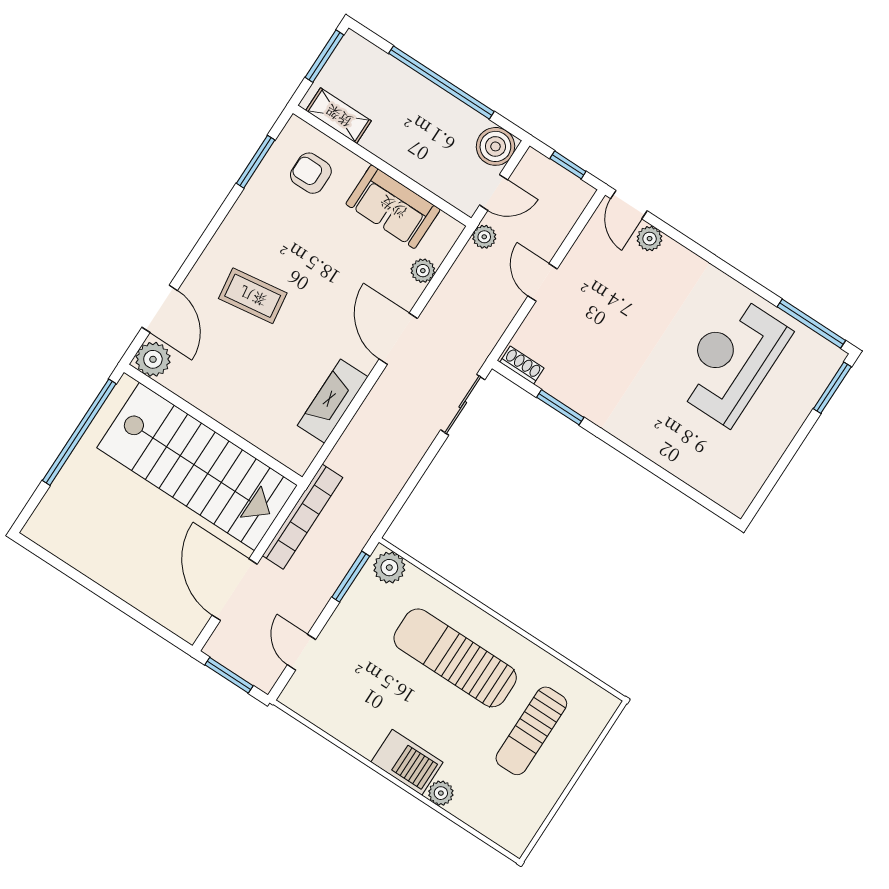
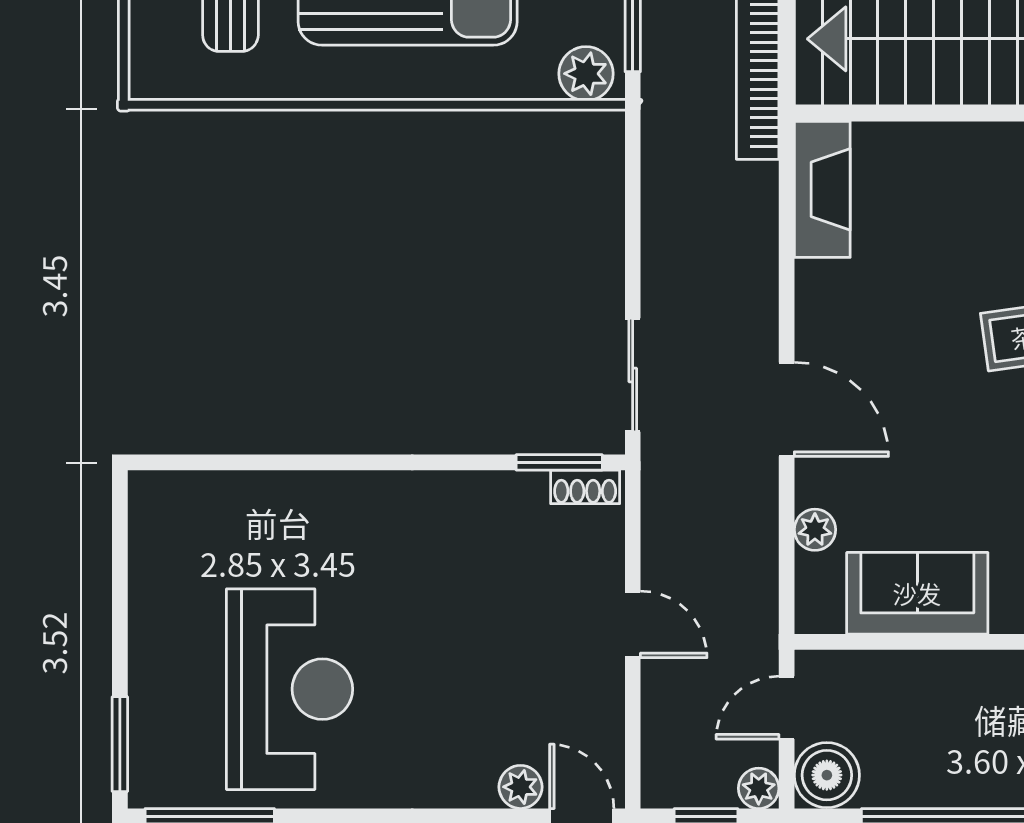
plant: (484, 237) -> (759, 788), moved
fireplace: (333, 401) -> (822, 189), moved
window: (560, 407) -> (559, 462), moved

